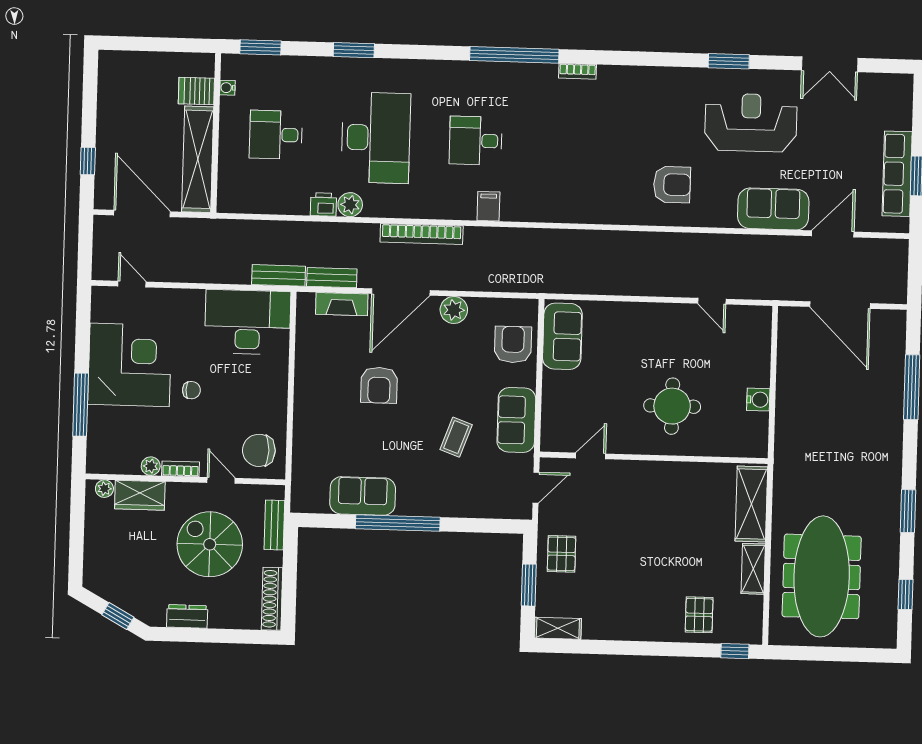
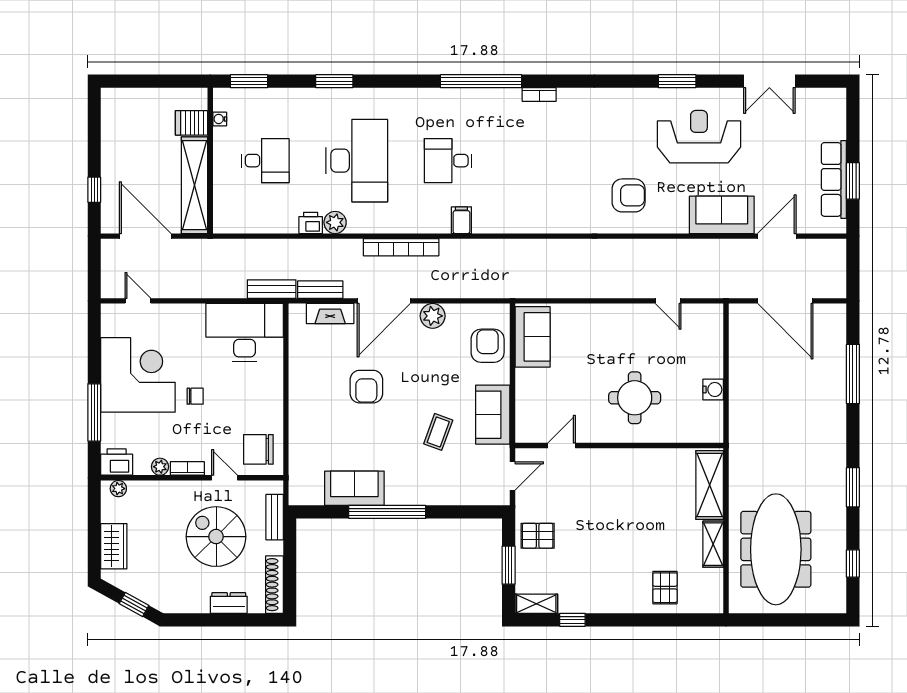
desk: (276, 135) -> (265, 161), turned 180
printer: (103, 460) -> (117, 462), added
wardrobe: (140, 495) -> (114, 546), moved, turned -90
pallet: (562, 554) -> (538, 536), turned 90
dresser: (187, 616) -> (229, 603), moved
window: (735, 651) -> (572, 620), moved

